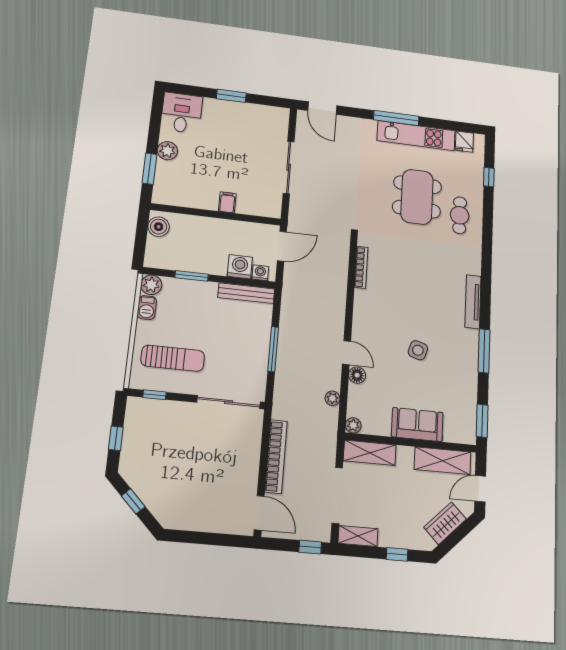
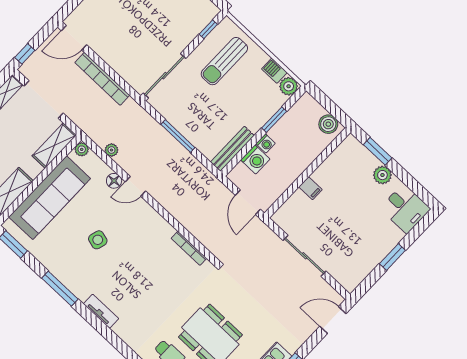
washing machine: (260, 273) -> (266, 144), moved
tv unit: (473, 302) -> (101, 311), width x0.71
sofa: (417, 425) -> (50, 198), width x1.85, depth x1.27

